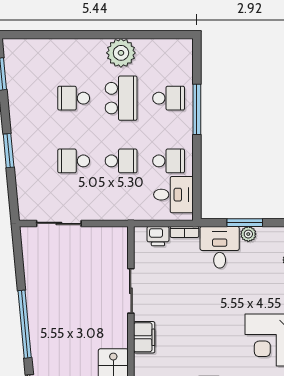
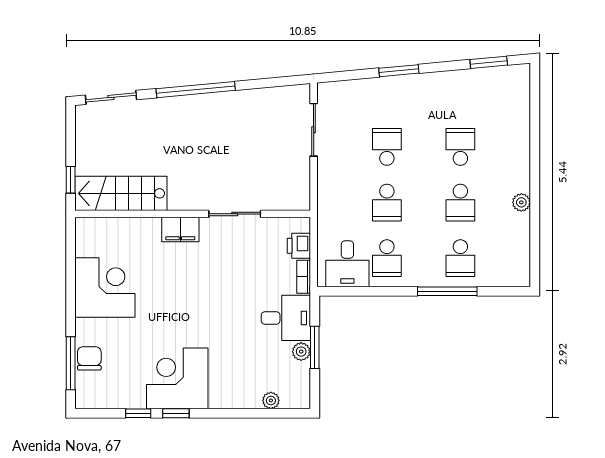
plant: (121, 53) -> (521, 202), width x0.53, depth x0.53
school desk: (121, 98) -> (460, 203), width x0.54

